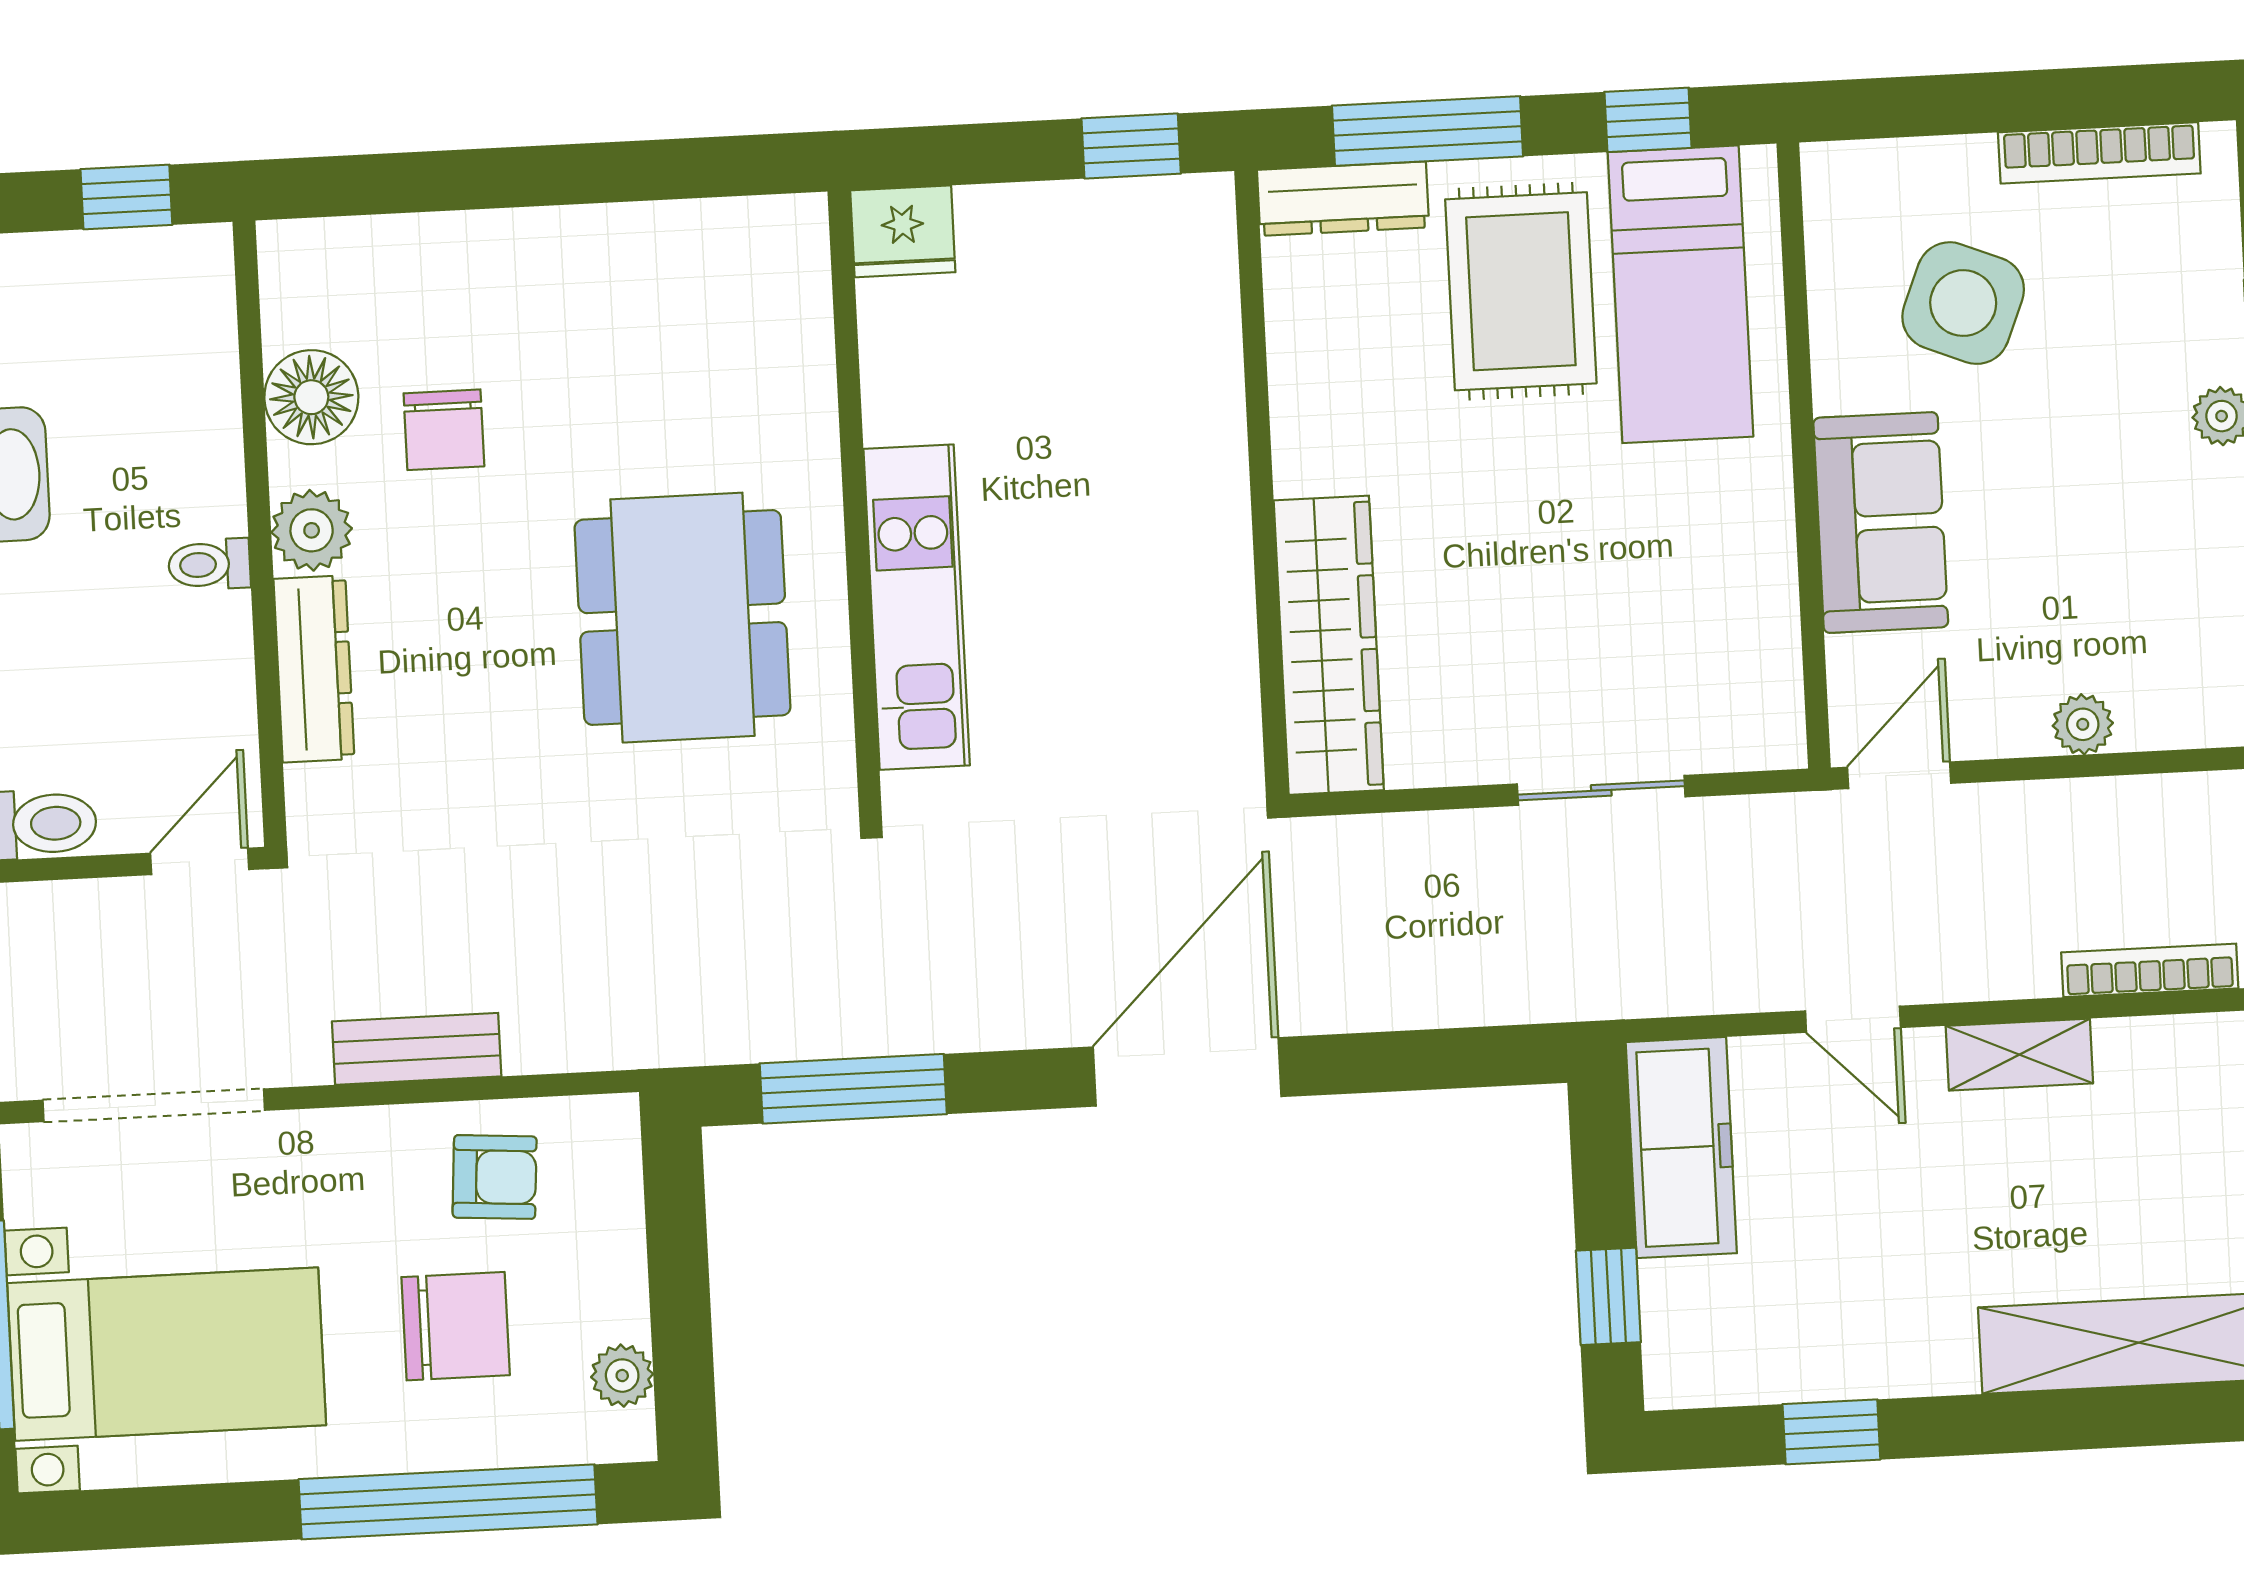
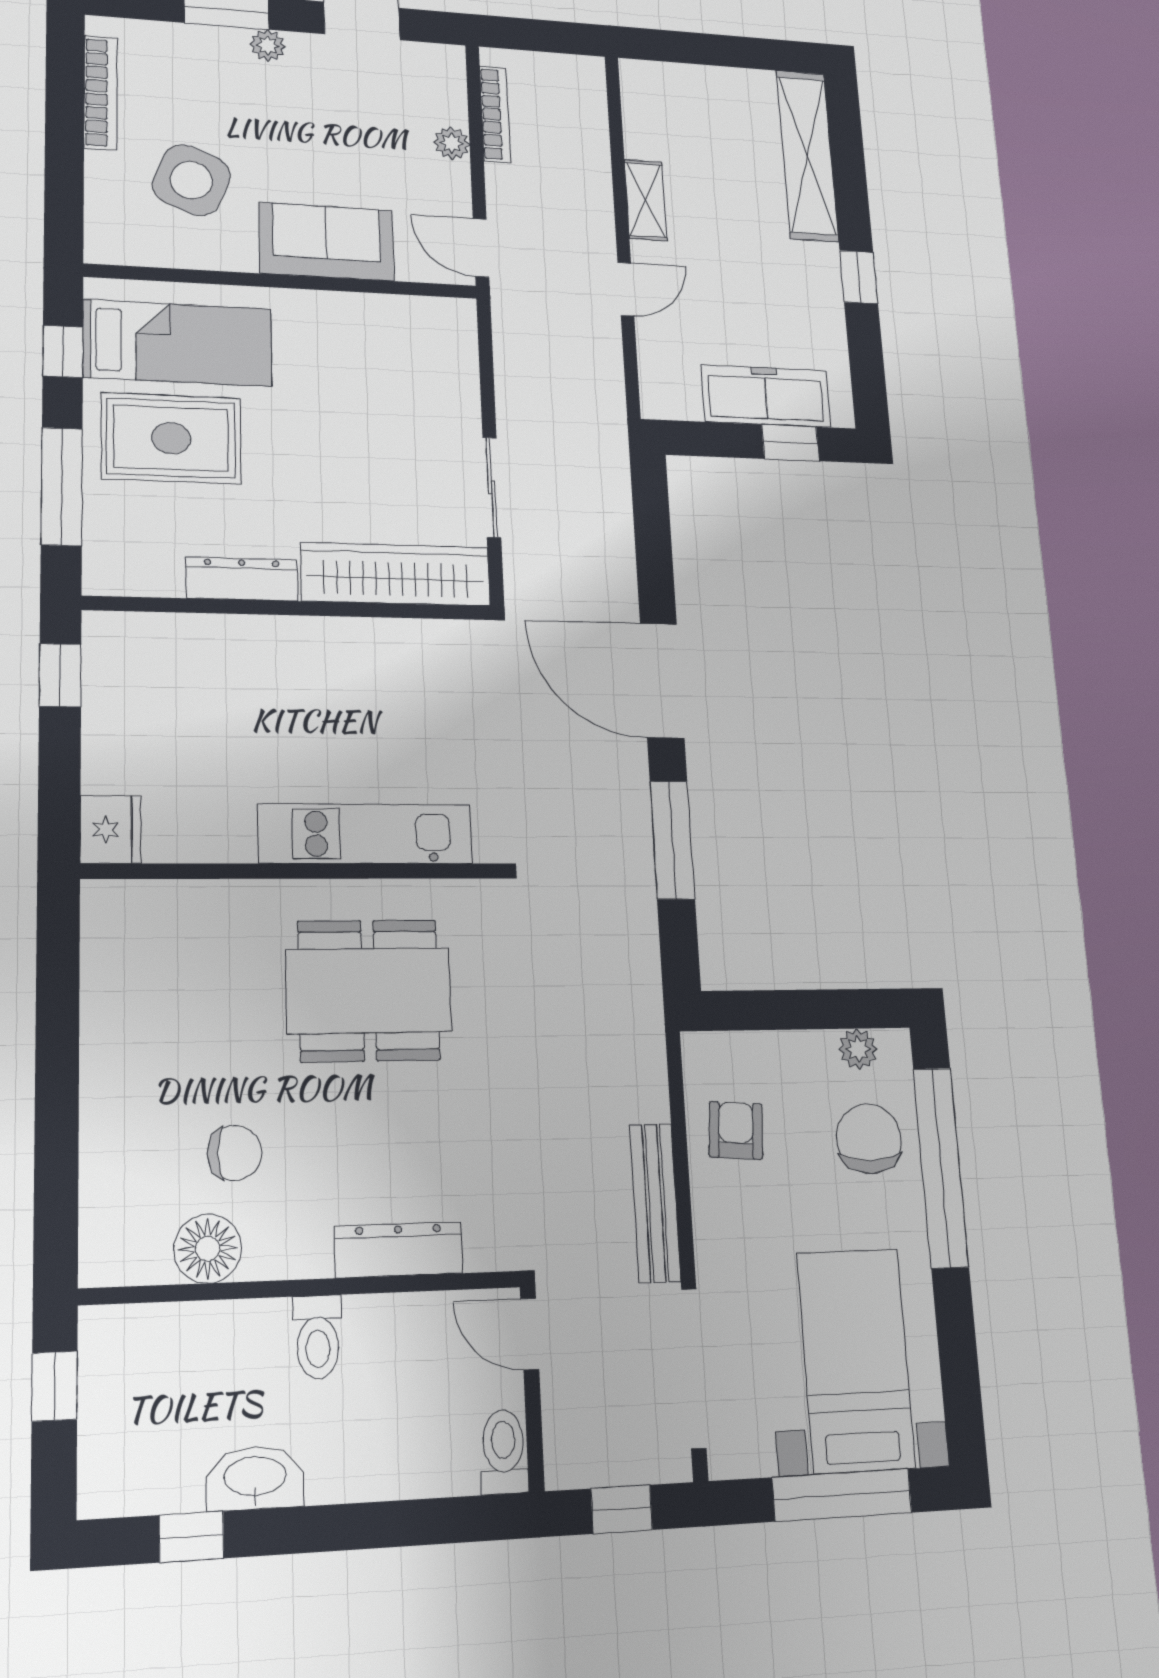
dresser: (1343, 199) -> (242, 579), moved, turned -90
plant: (312, 530) -> (302, 1250), removed
toilet: (209, 564) -> (318, 1337), width x1.37, depth x1.39
sliding door: (1601, 790) -> (492, 487), moved
bookcase: (2150, 970) -> (495, 114), moved, turned 180
bench: (417, 1049) -> (655, 1203), width x1.36
window: (853, 1089) -> (672, 840), moved
freezer: (1681, 1148) -> (766, 396), moved
chair: (456, 1326) -> (869, 1139), moved
window: (1831, 1432) -> (859, 277), moved

